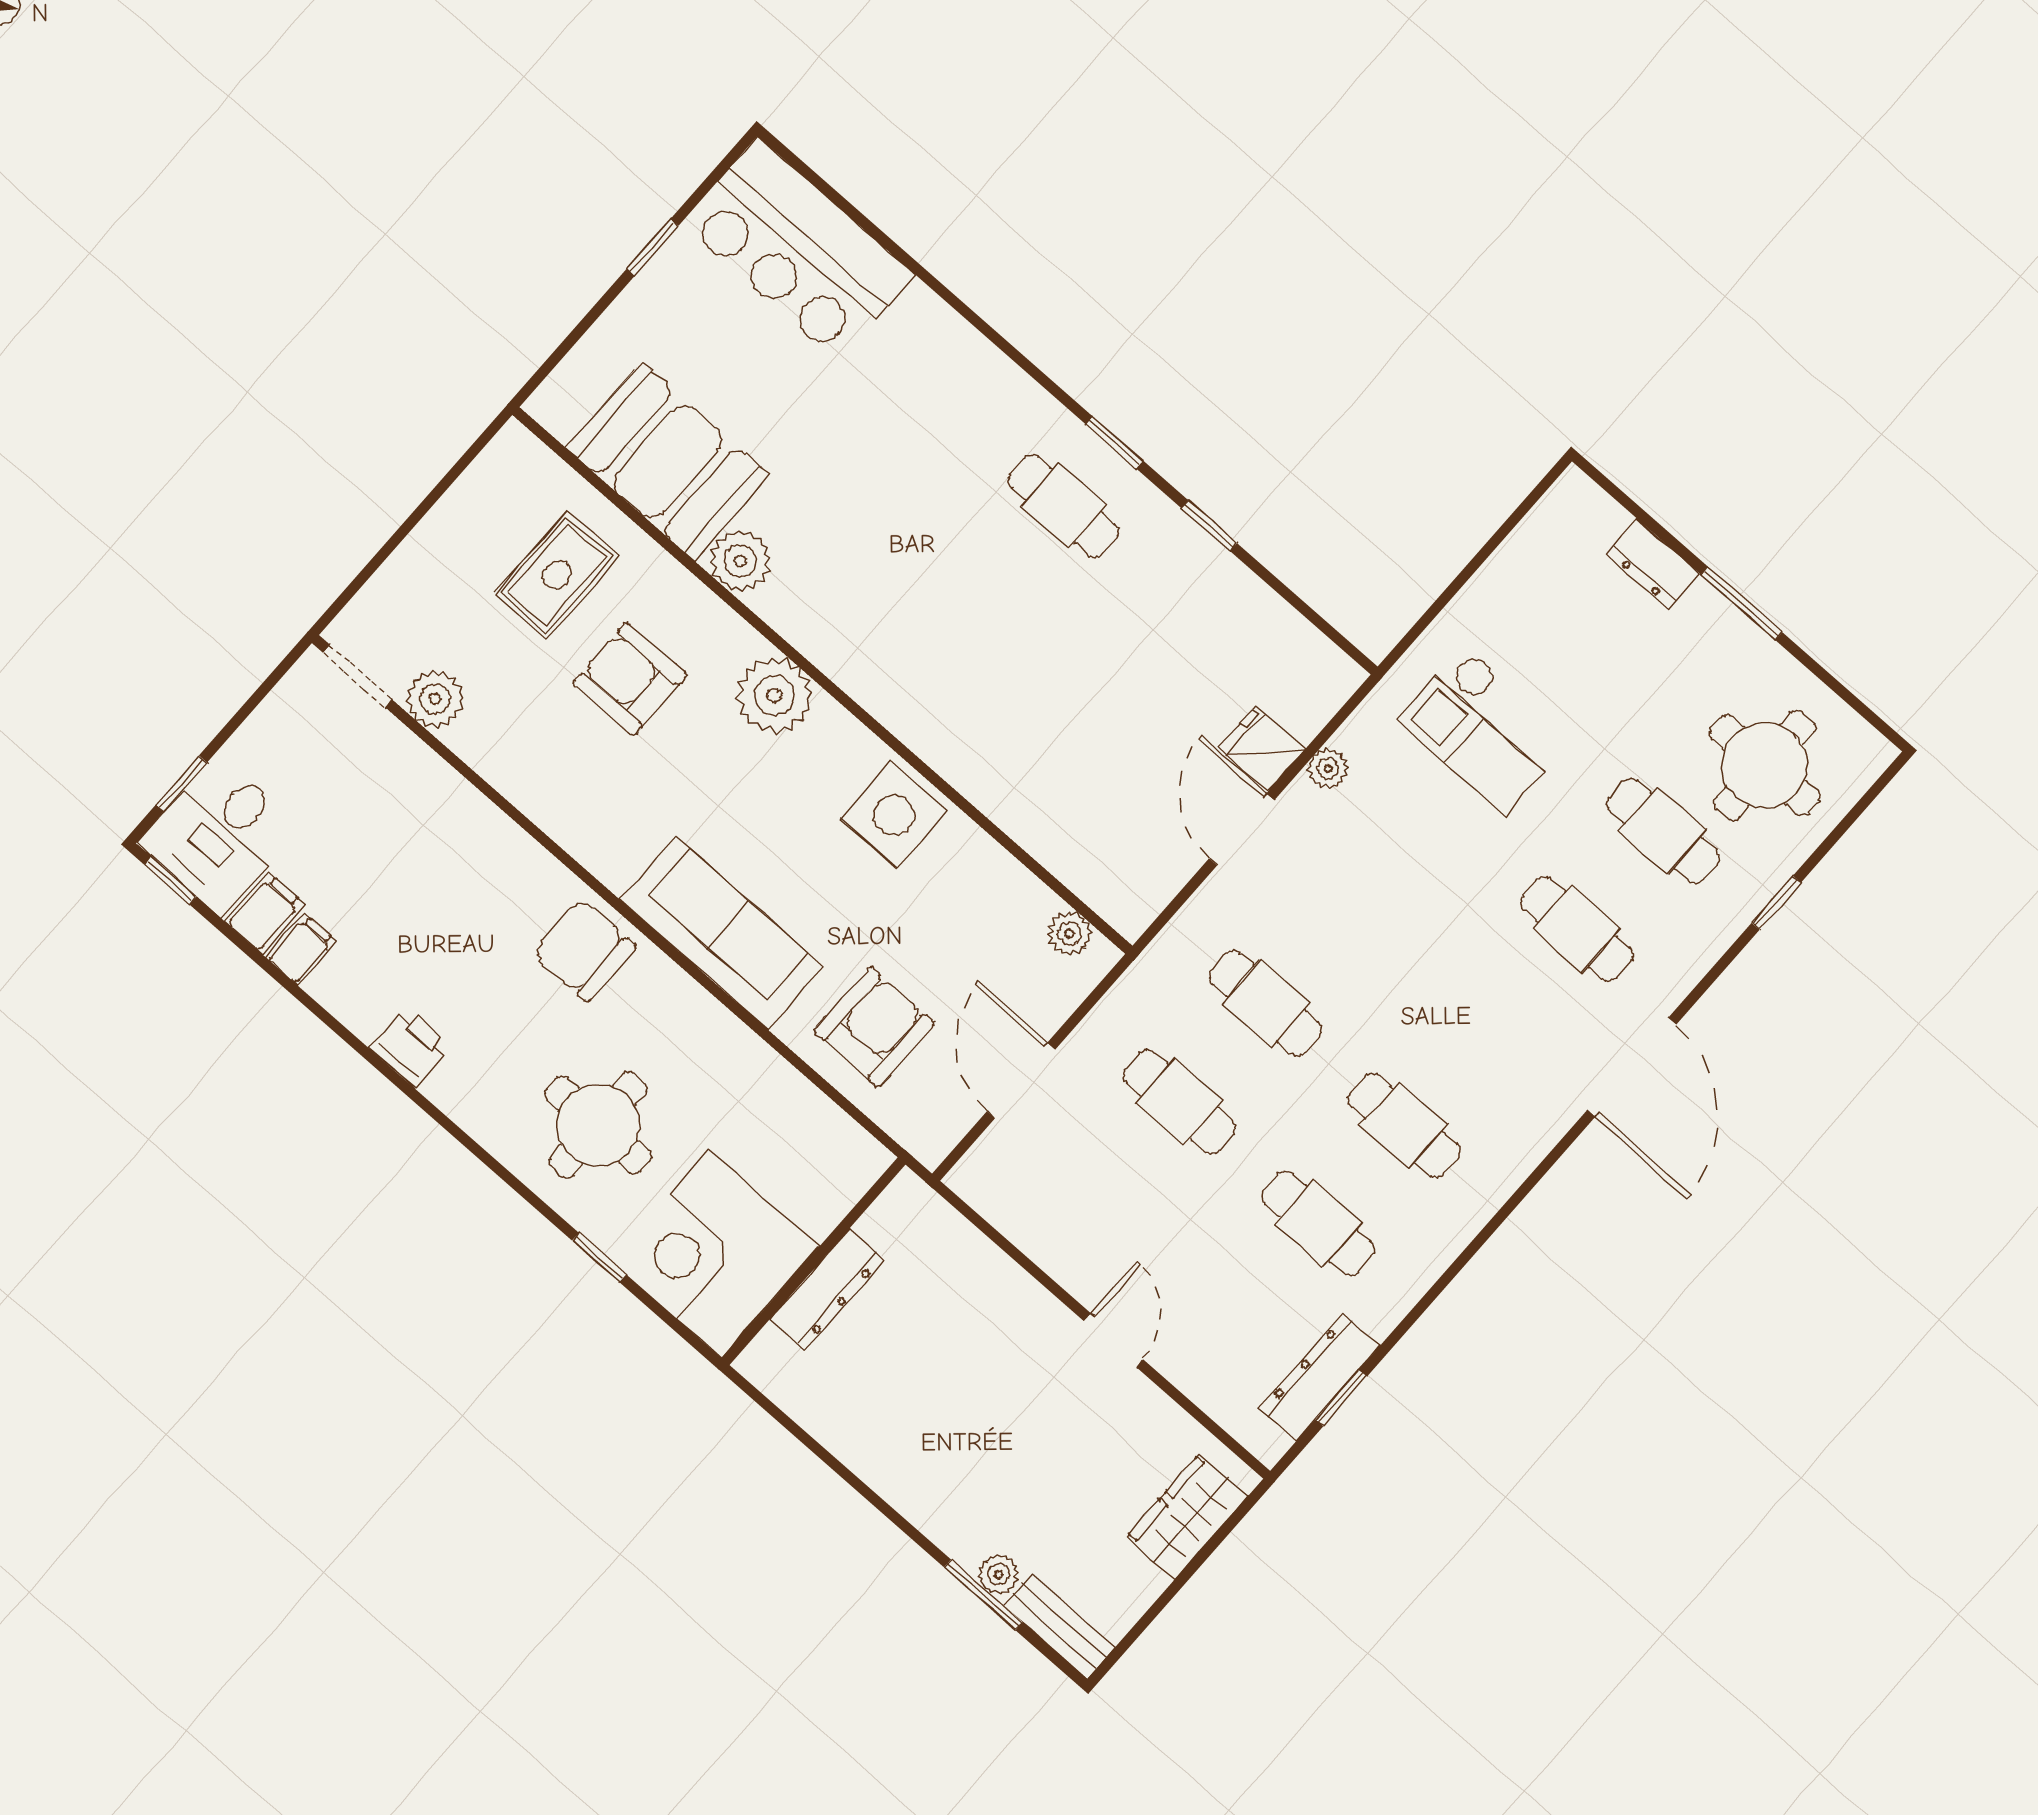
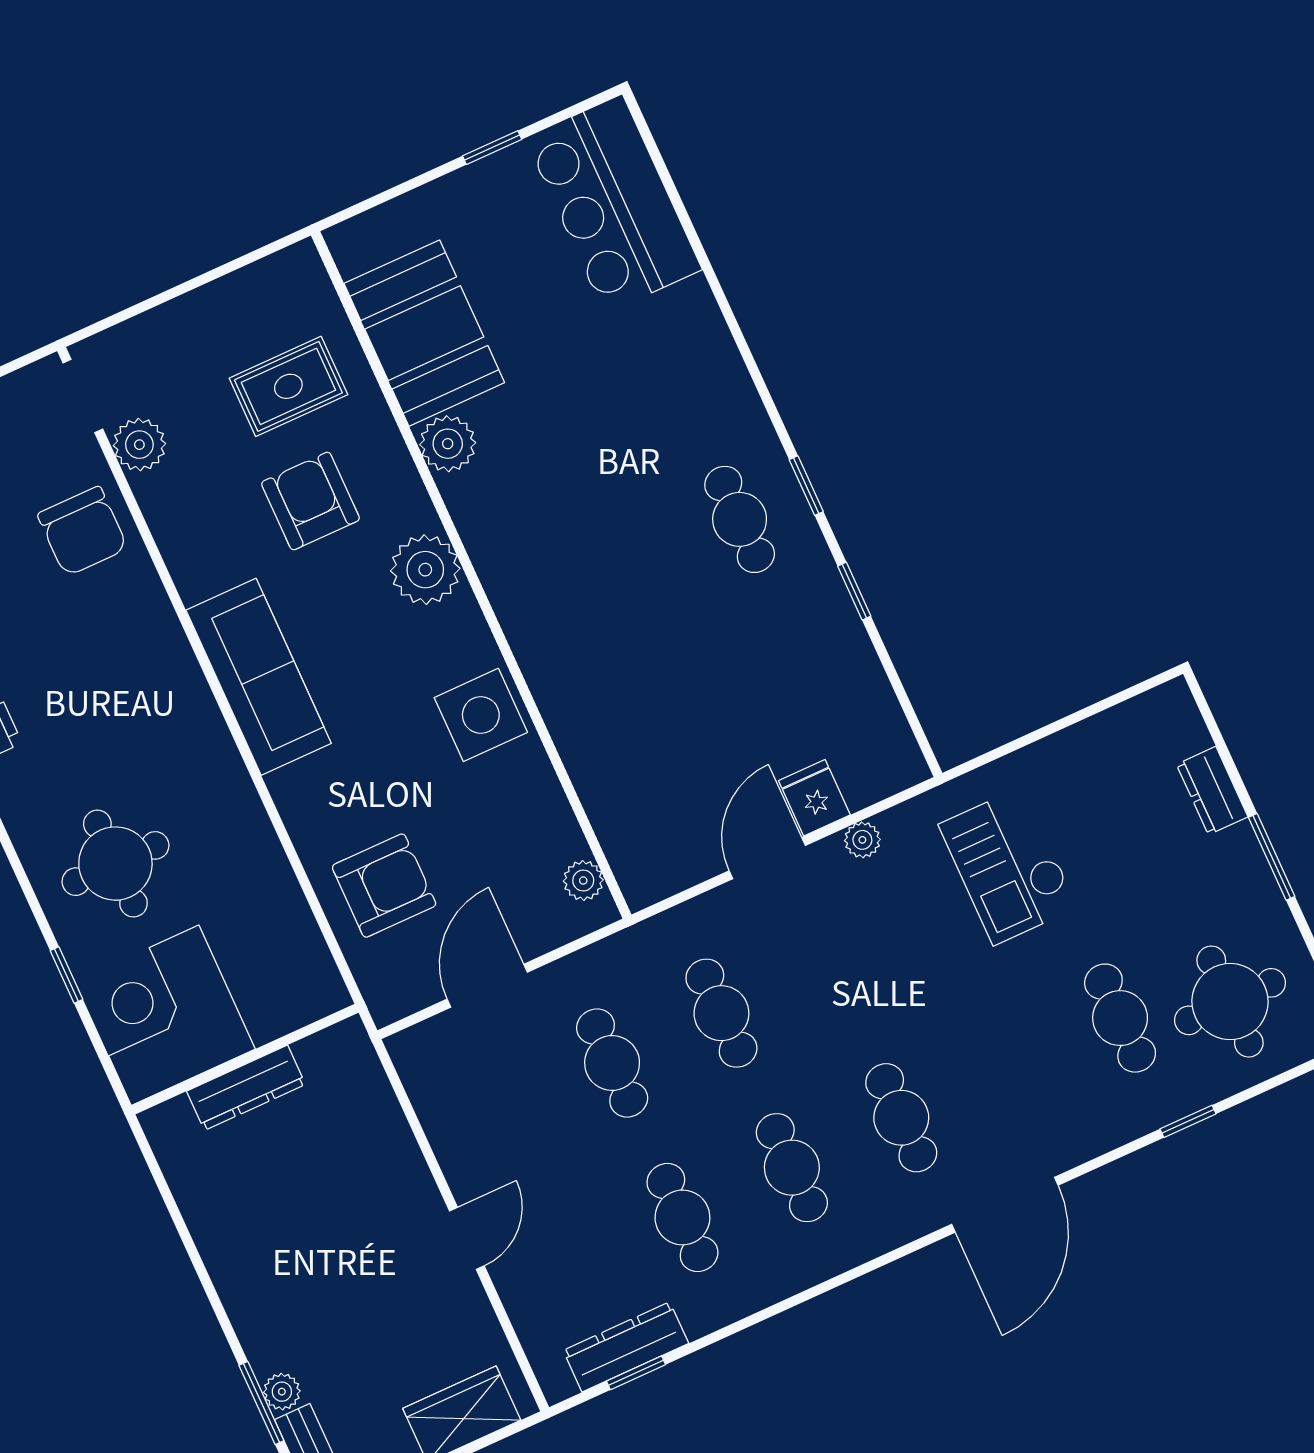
cafe table: (1577, 929) -> (901, 1118), moved
sofa: (721, 933) -> (259, 677), moved
chair: (584, 950) -> (83, 531), moved, turned 180

